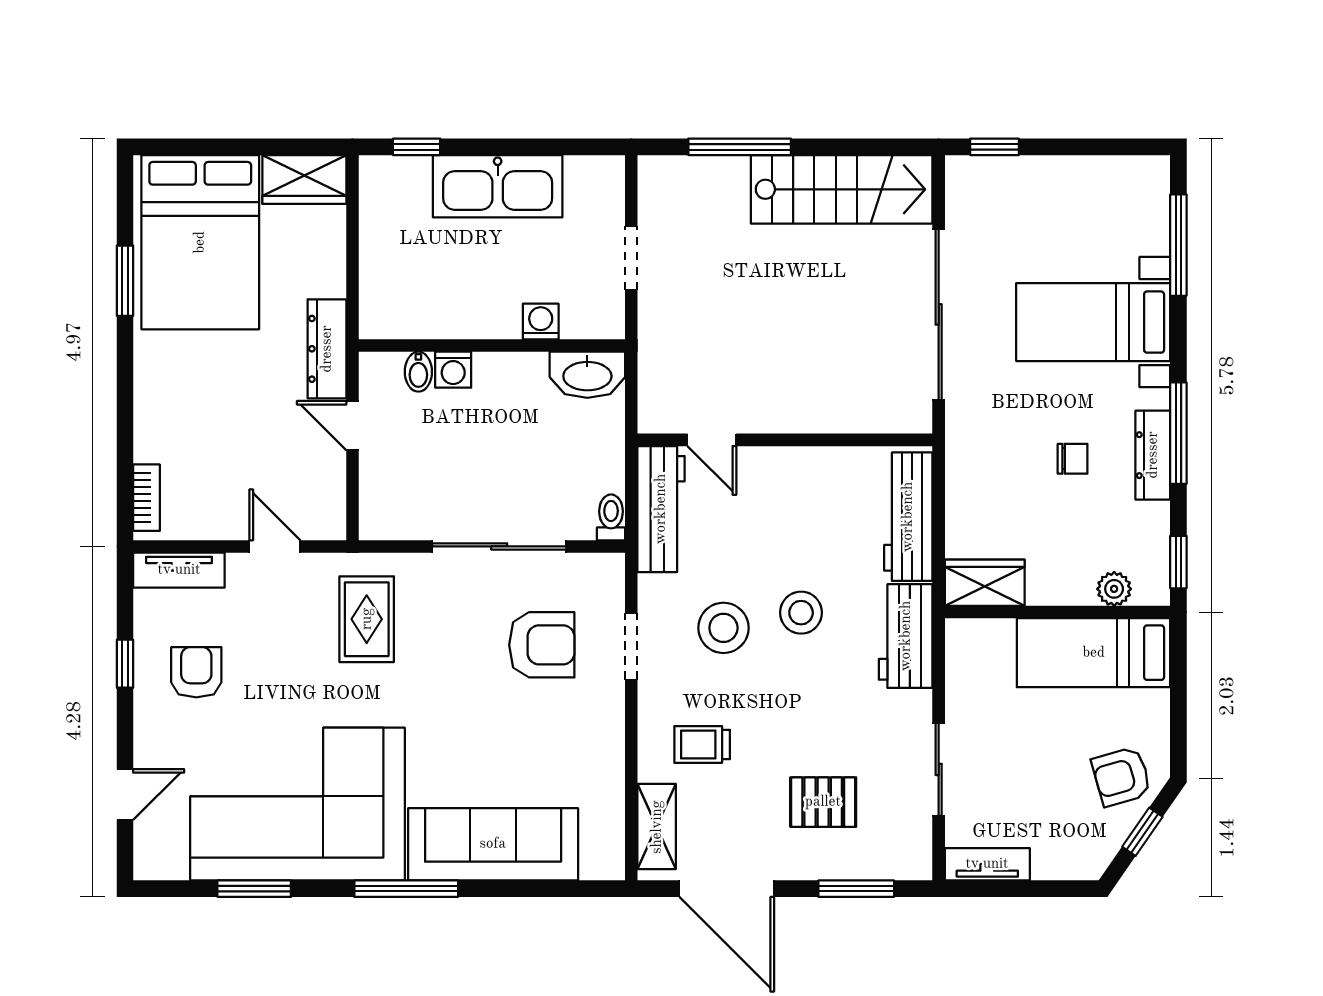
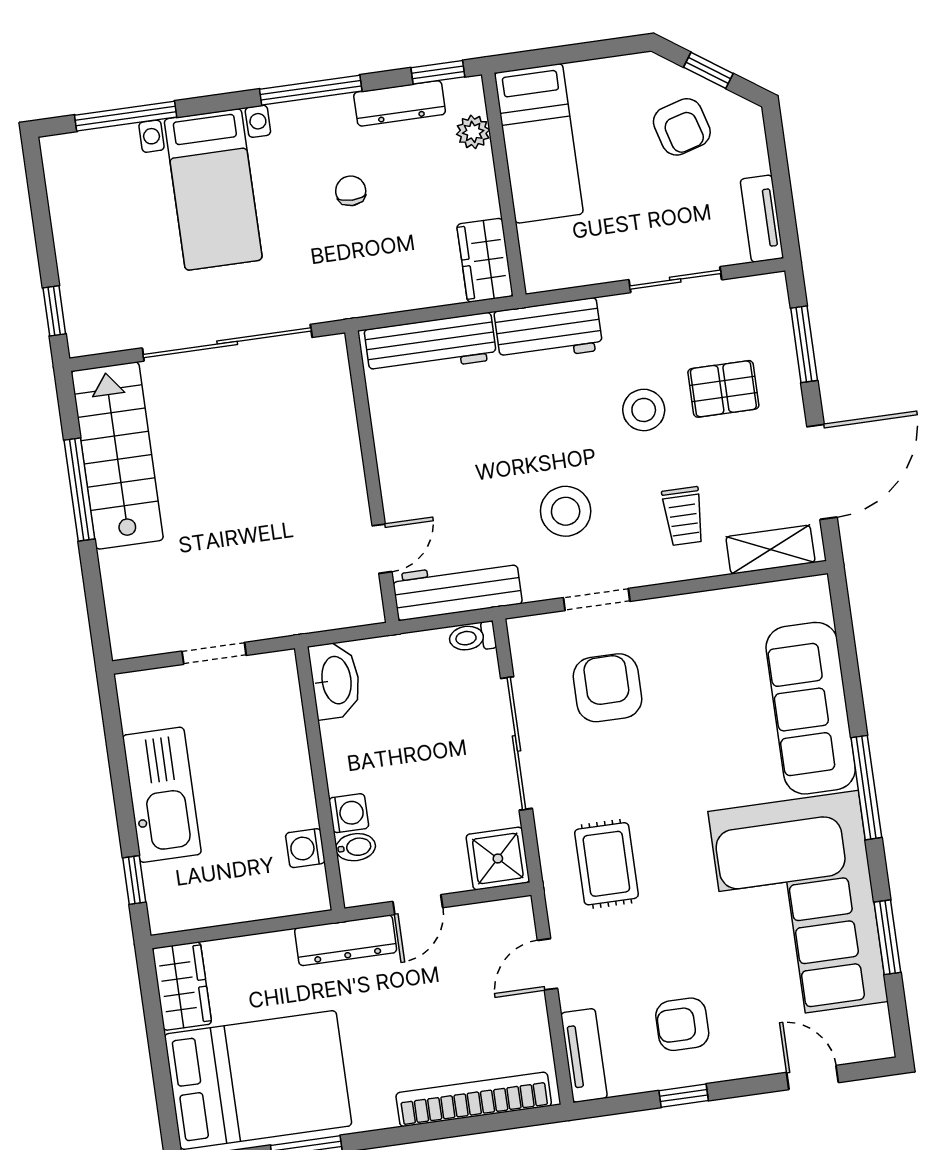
window: (740, 147) -> (79, 490), moved
washing machine: (541, 322) -> (305, 848), moved
dresser: (1153, 455) -> (400, 103), moved
bookcase: (147, 498) -> (474, 1099), width x2.31, depth x1.31
shower: (387, 512) -> (498, 858), added
stool: (801, 613) -> (644, 410), moved
rug: (367, 619) -> (606, 864), turned 90
armchair: (1121, 777) -> (682, 127), moved
pallet: (823, 802) -> (723, 389), turned 90

